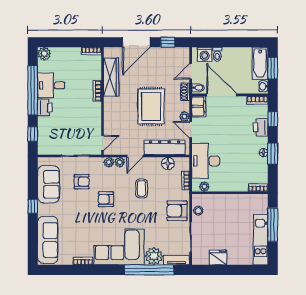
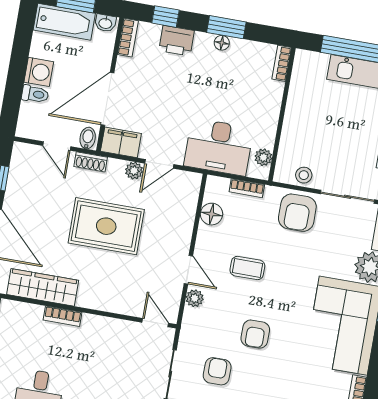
washing machine: (205, 54) -> (39, 72), moved
dresser: (165, 147) -> (182, 215), removed
plant: (109, 162) -> (191, 318), removed

